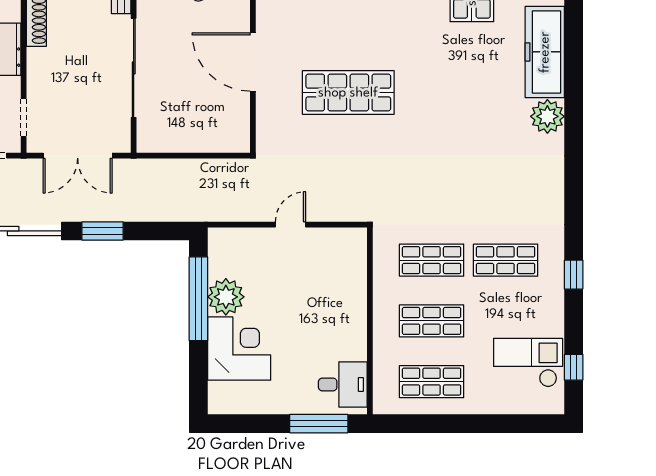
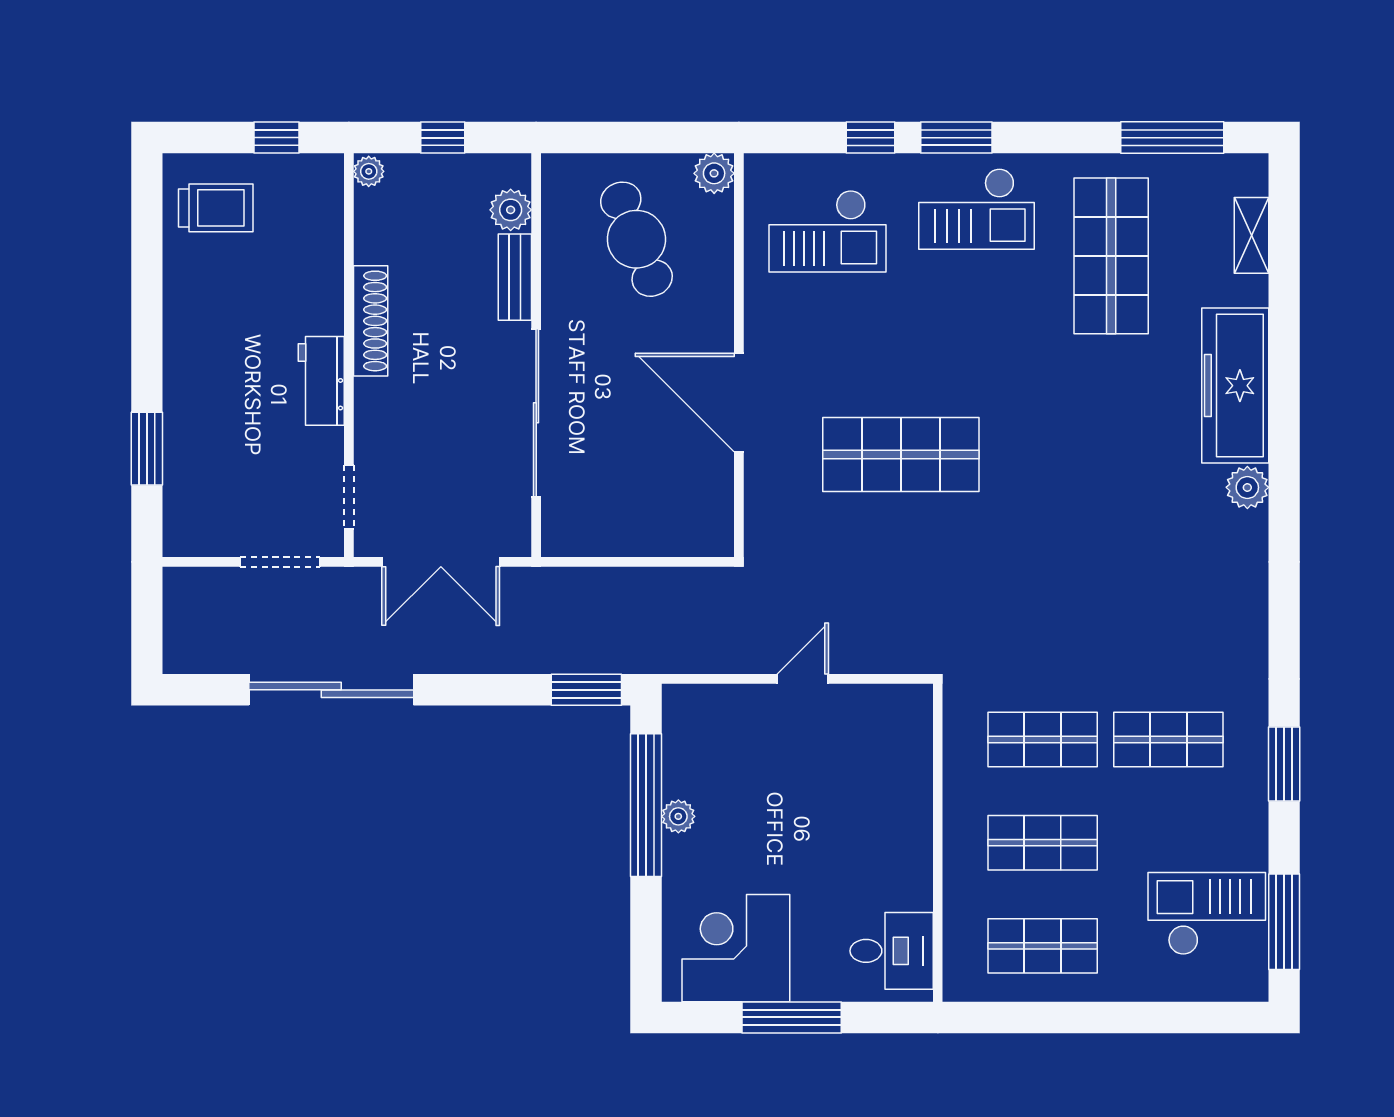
plant: (547, 116) -> (1247, 487), width x0.73, depth x0.73
window: (103, 231) -> (586, 690), moved
window: (574, 275) -> (1284, 764), width x1.50
plant: (226, 297) -> (678, 816), width x0.53, depth x0.53
corner desk: (239, 349) -> (736, 948), moved, turned -90
window: (574, 367) -> (1284, 922), width x2.17
window: (319, 424) -> (792, 1017), moved

